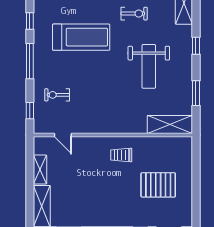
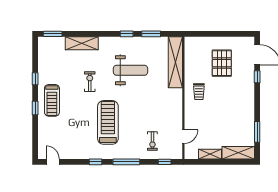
window: (196, 46) -> (127, 34), moved
shelving: (170, 124) -> (175, 62), width x1.47

